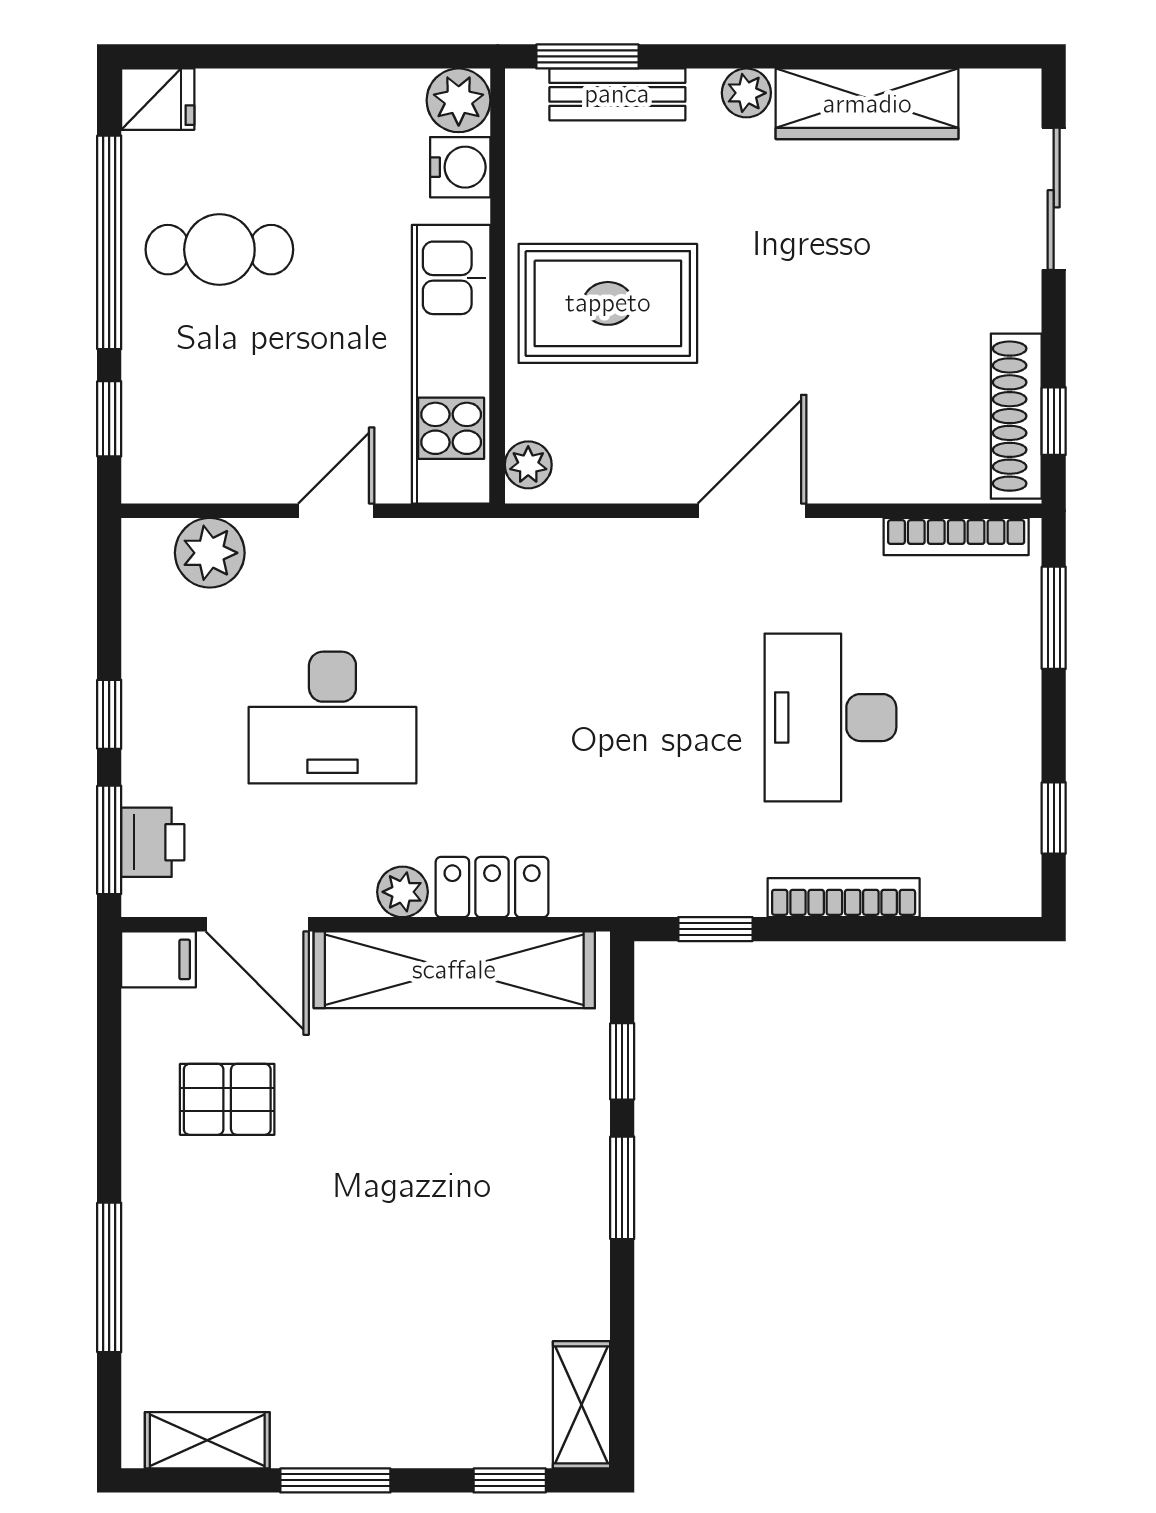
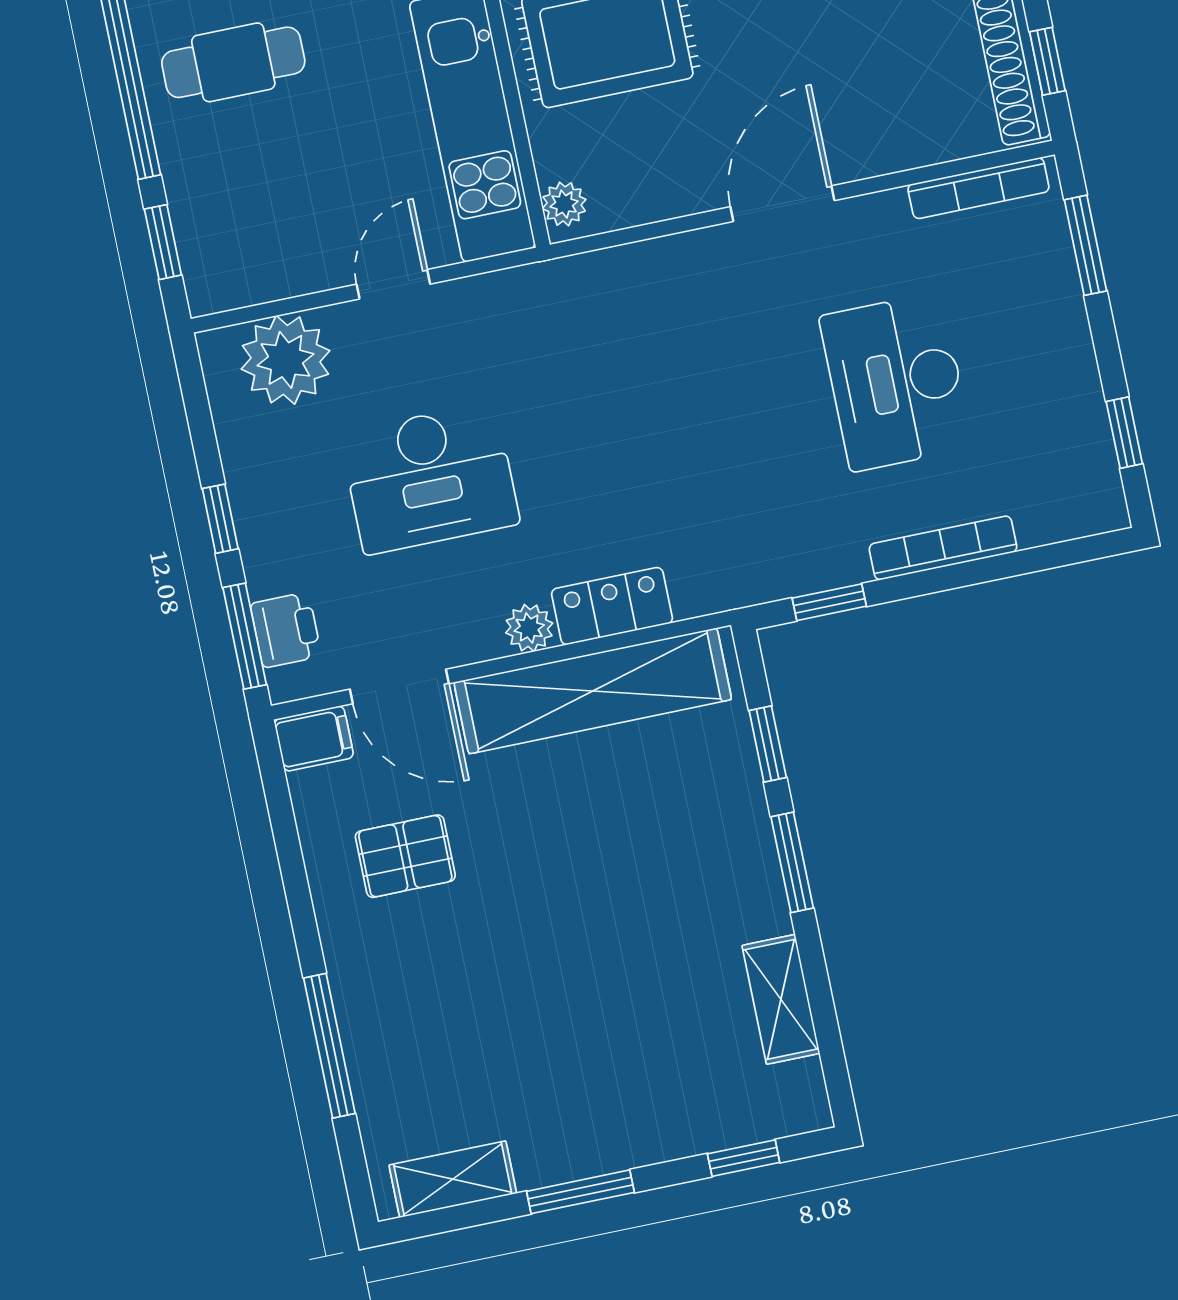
plant: (210, 553) -> (285, 360), width x1.36, depth x1.36
shelving: (582, 1405) -> (781, 999), moved

